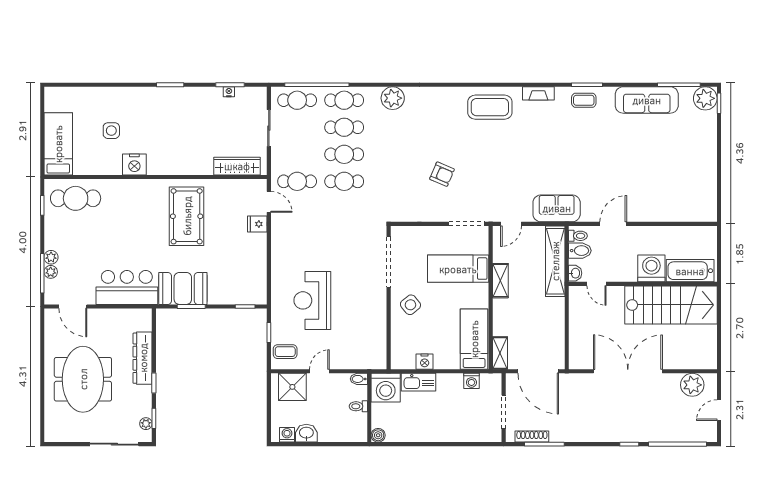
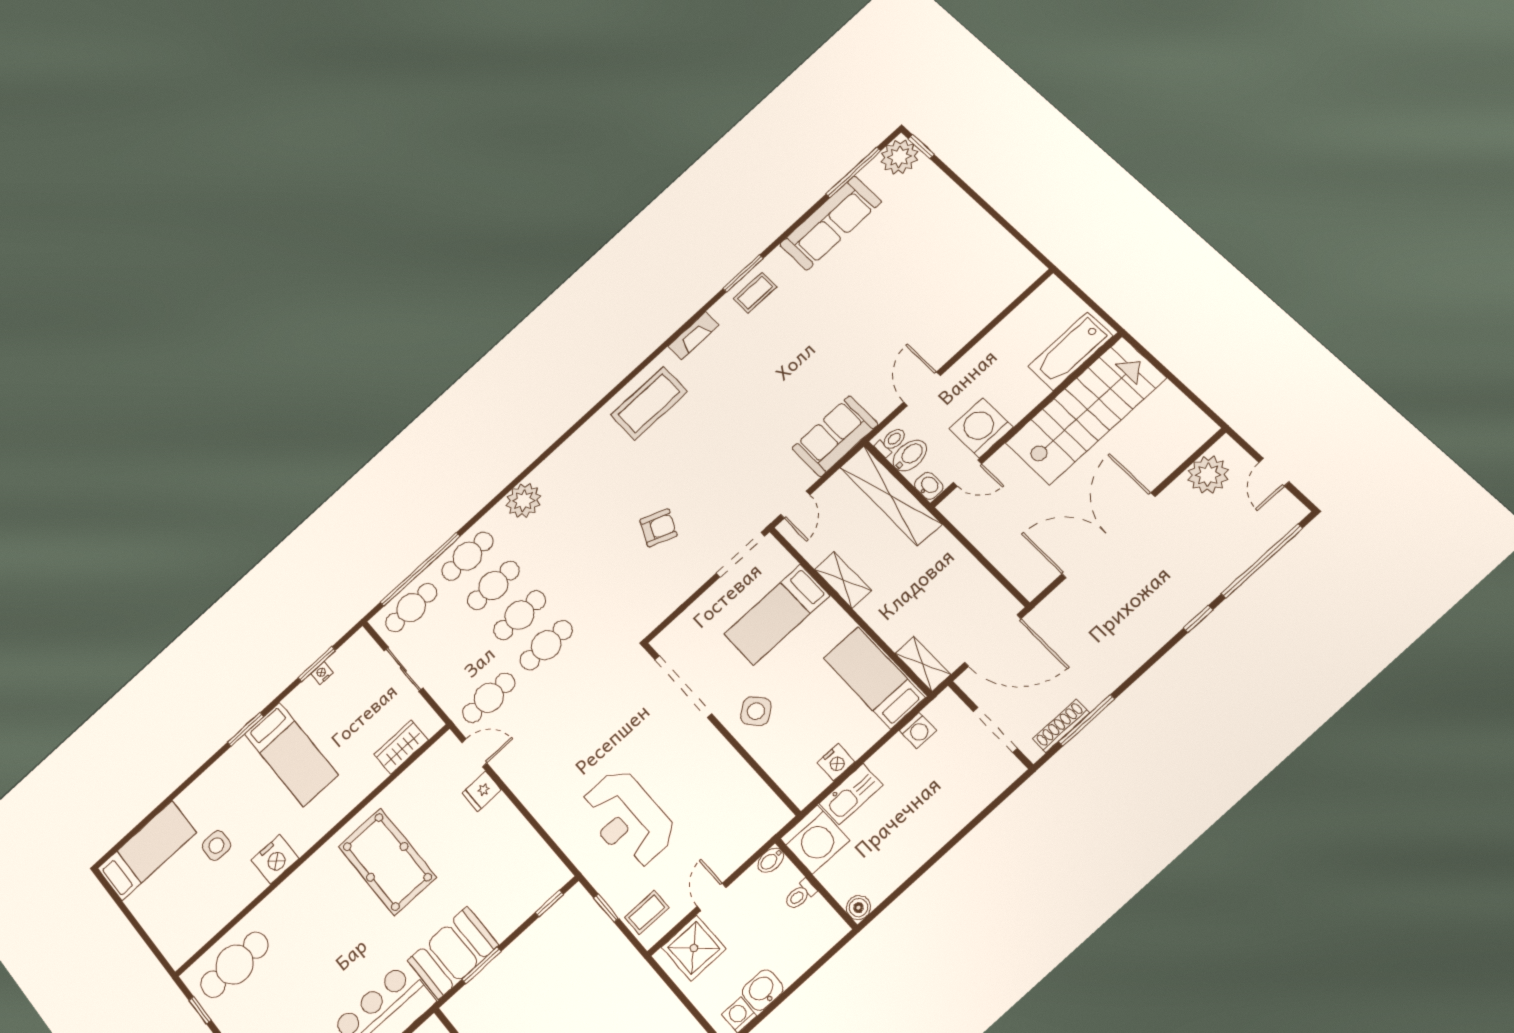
bed: (182, 119) -> (291, 754), added
bed: (58, 144) -> (147, 851), moved, turned 90
wardrobe: (237, 166) -> (401, 747), width x0.67
washing machine: (651, 268) -> (981, 428), moved

